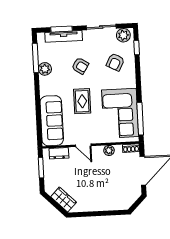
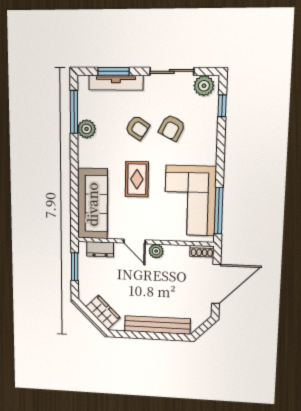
armchair: (115, 62) -> (172, 128), moved
plant: (109, 150) -> (156, 251), moved
bench: (104, 205) -> (157, 325), added

